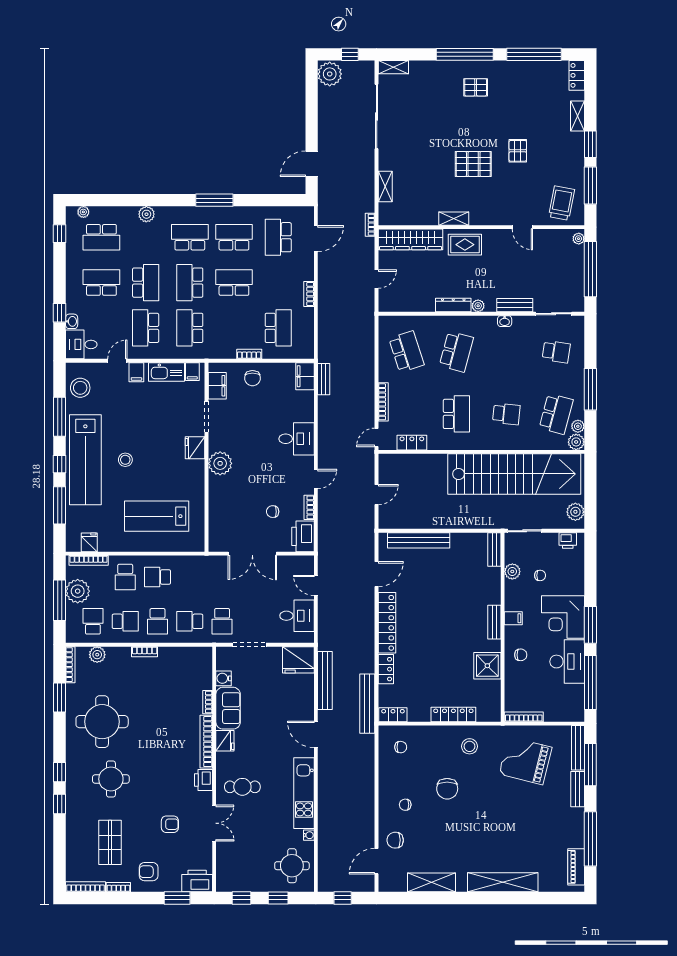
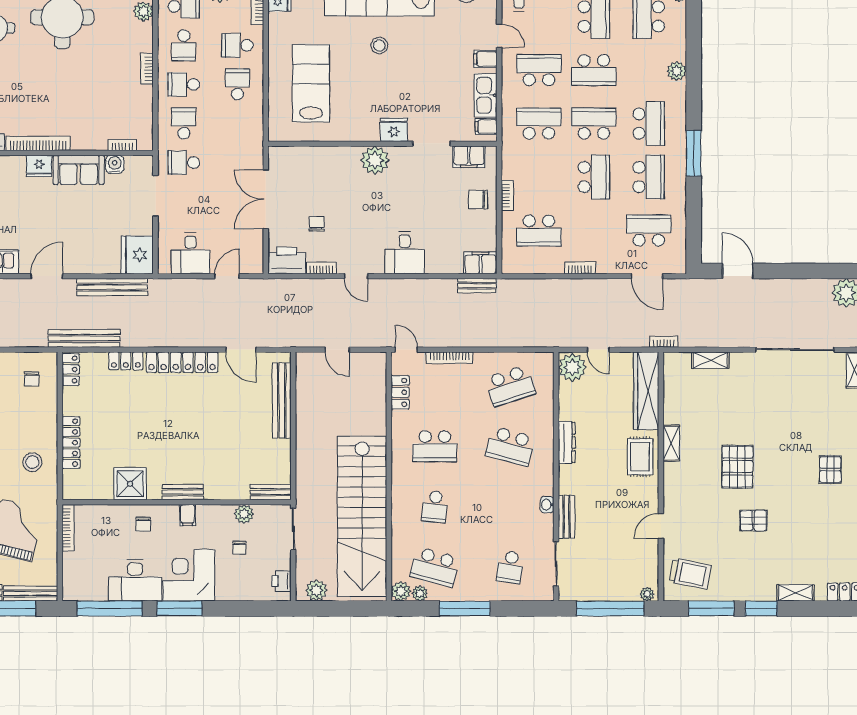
plant: (478, 306) -> (572, 367), moved, width x1.88, depth x1.88
bookcase: (208, 702) -> (122, 145), moved

